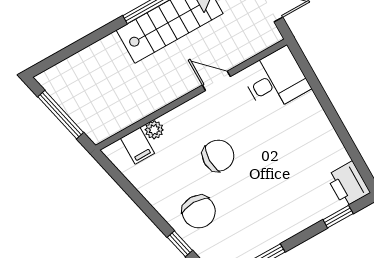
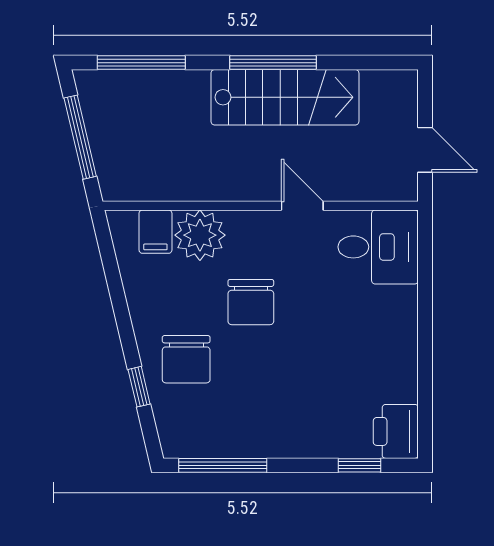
window: (72, 49) -> (141, 63), added
plant: (154, 130) -> (200, 235), width x1.88, depth x1.88
chair: (218, 156) -> (251, 302), turned 90

